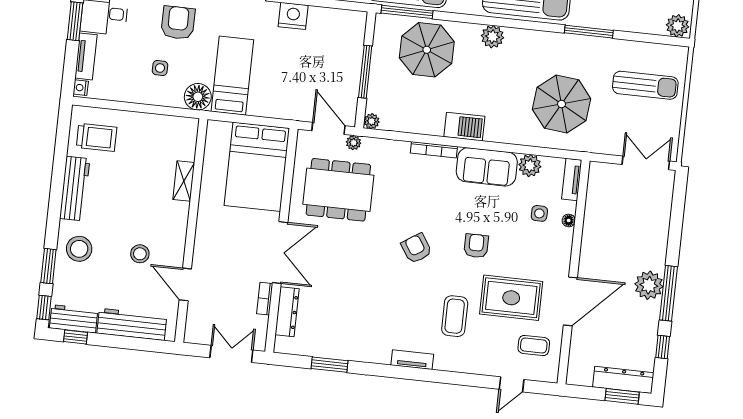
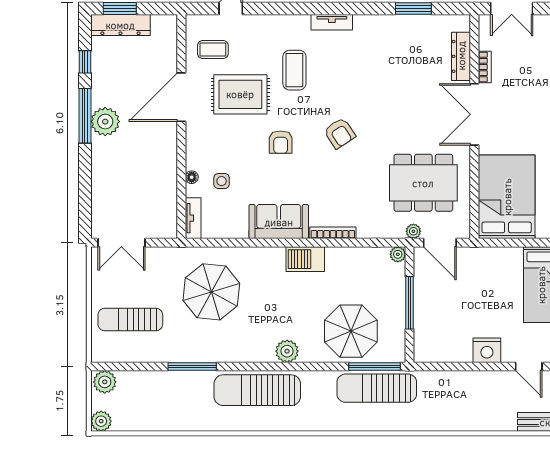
plant: (530, 166) -> (236, 227), removed

